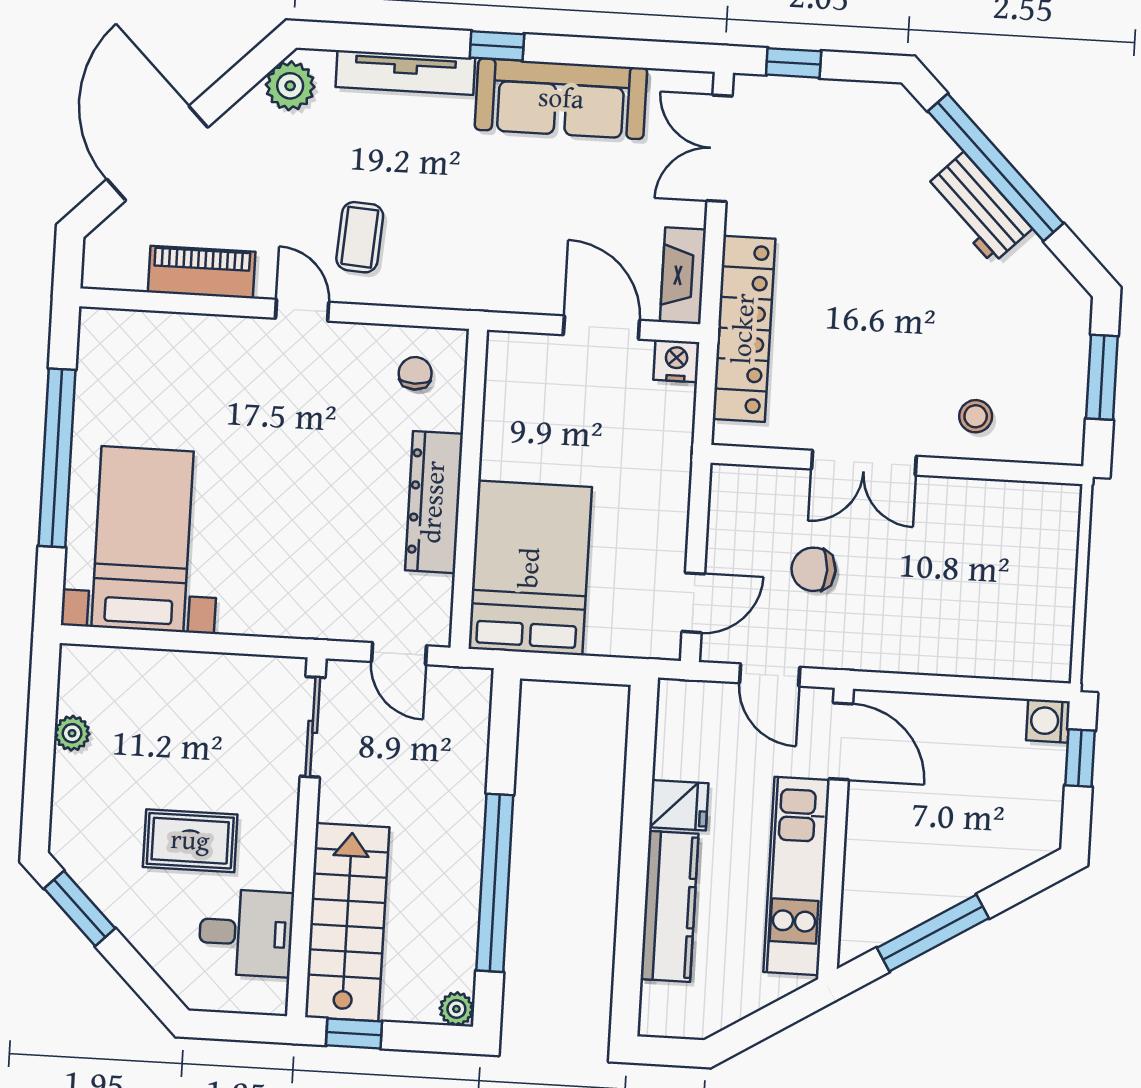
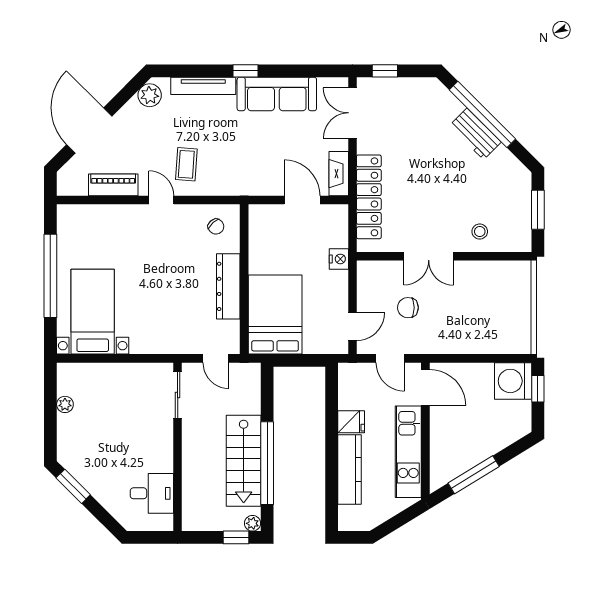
nightstand: (676, 361) -> (339, 259), moved, turned 90
chair: (415, 373) -> (216, 227), turned 138
washing machine: (1048, 721) -> (513, 381), width x1.89, depth x1.89
rug: (190, 841) -> (123, 452), removed
stairs: (347, 922) -> (244, 461), moved, turned 180
window: (354, 1033) -> (236, 537), moved

